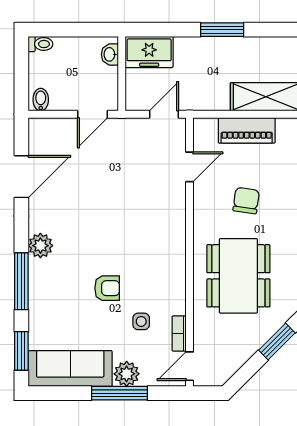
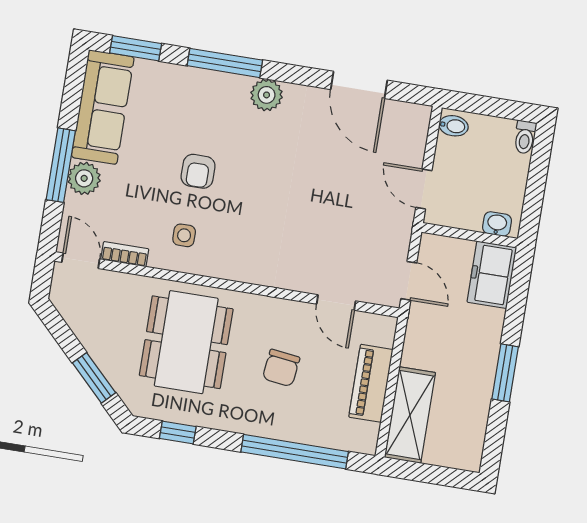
chair: (246, 201) -> (281, 368), turned 89
dining table: (238, 276) -> (186, 342), turned 90
side table: (141, 321) -> (184, 235), moved

